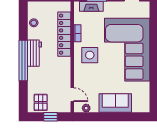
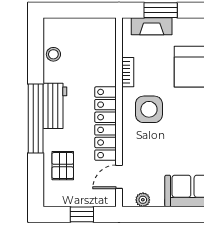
locker: (64, 34) -> (105, 124), moved
door: (72, 95) -> (119, 177), swing flipped
pallet: (41, 102) -> (63, 166), moved

